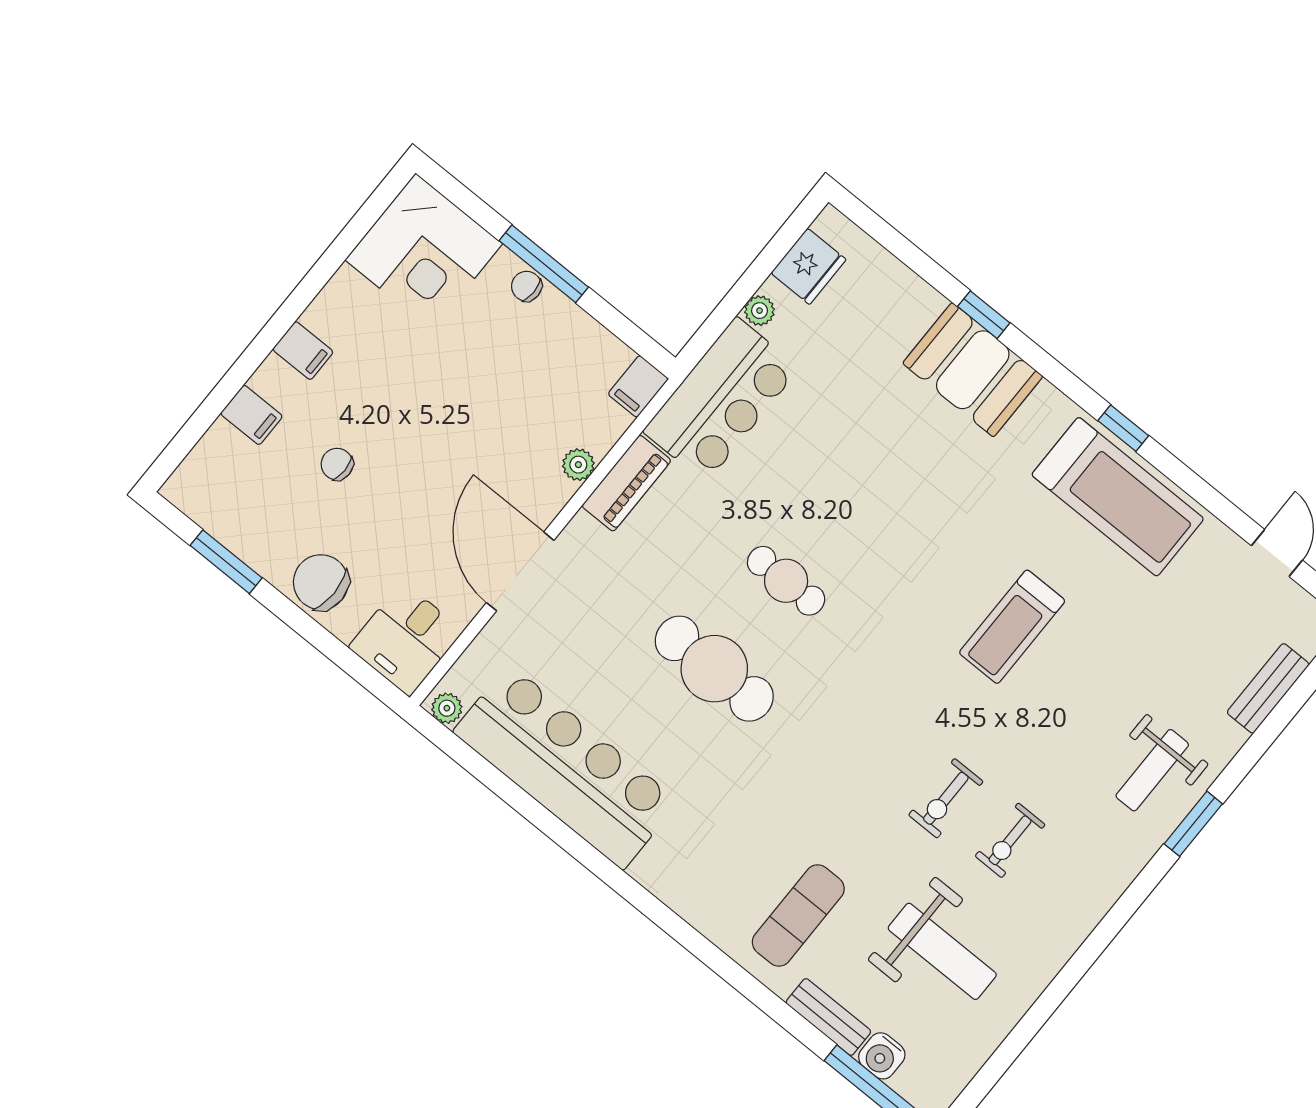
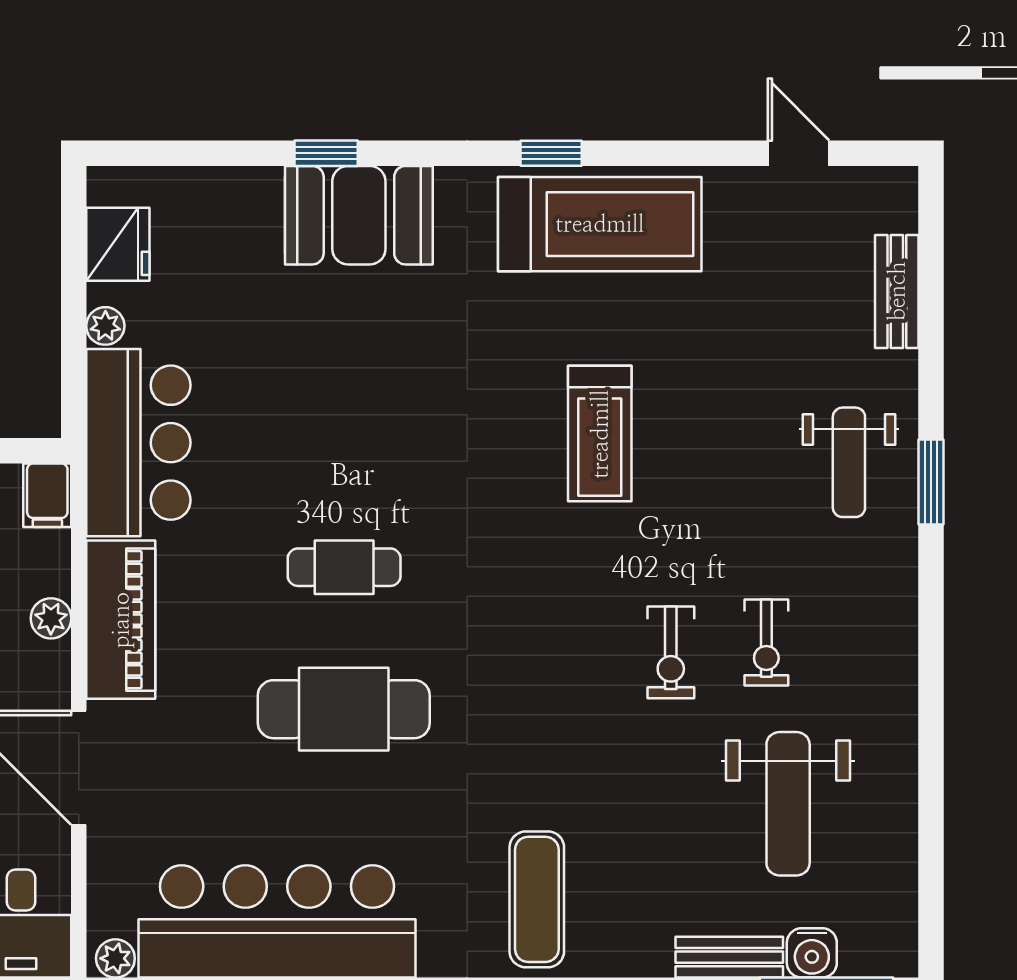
piano: (626, 483) -> (121, 620), width x1.37, depth x1.33
exercise mat: (798, 915) -> (537, 899), moved
weight bench: (942, 951) -> (788, 804), turned 90

